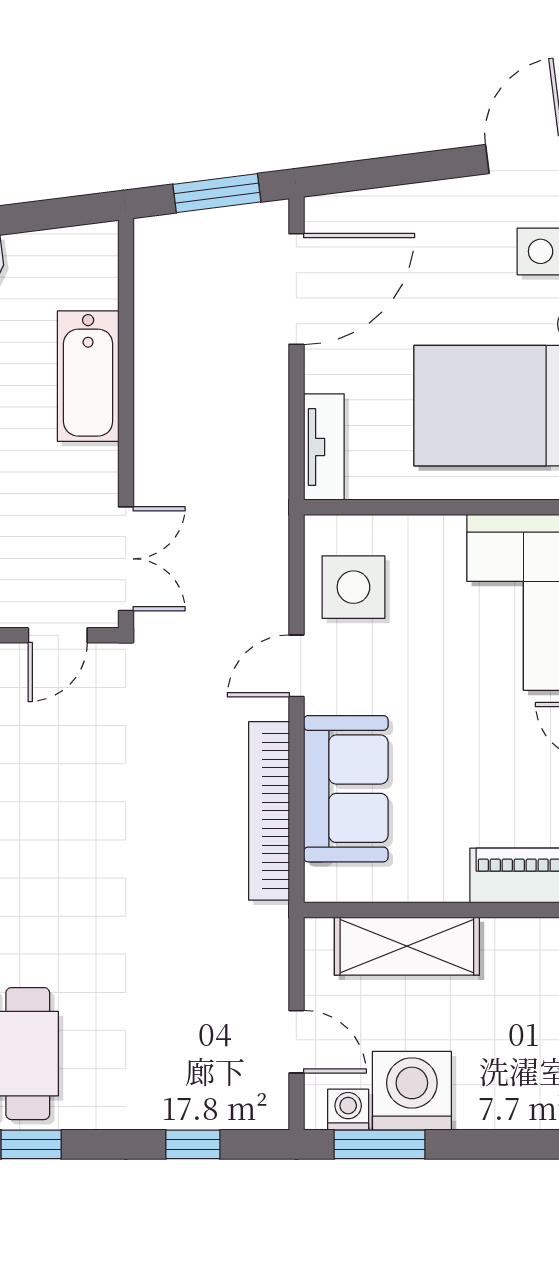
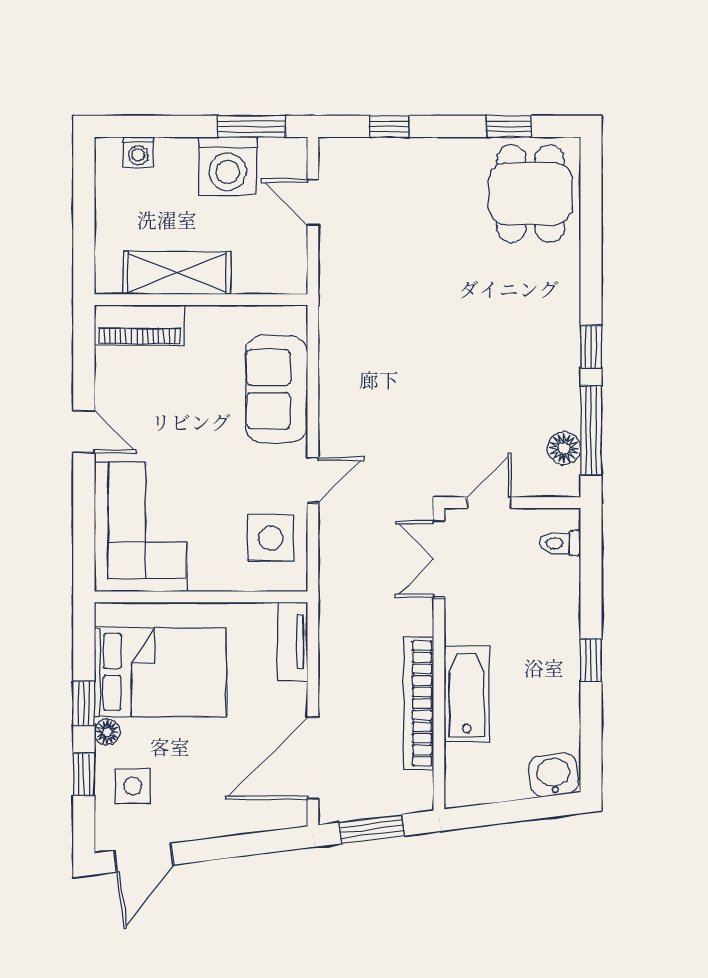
bookcase: (269, 811) -> (419, 704), moved, turned 180
shelving: (407, 946) -> (177, 273), moved
washing machine: (348, 1110) -> (138, 152), moved

